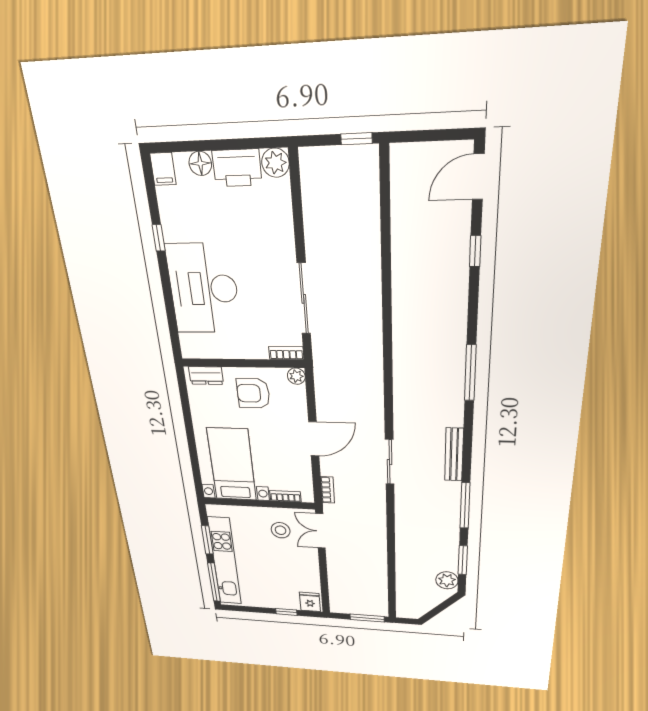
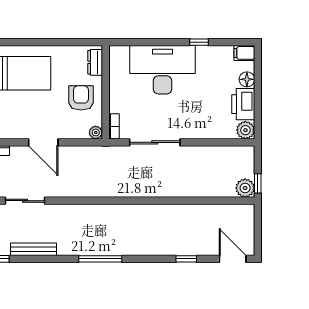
plant: (364, 160) -> (245, 188), added

